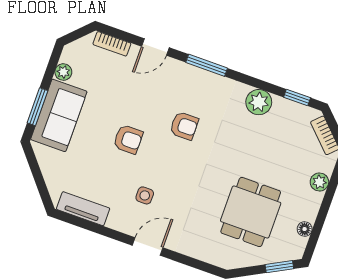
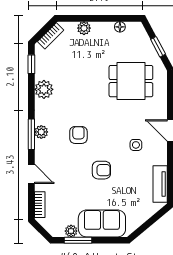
plant: (205, 79) -> (41, 132), added
window: (37, 107) -> (78, 240), moved
armchair: (128, 139) -> (101, 170), turned 90
dining table: (251, 212) -> (131, 81), moved
window: (279, 267) -> (158, 47), moved

